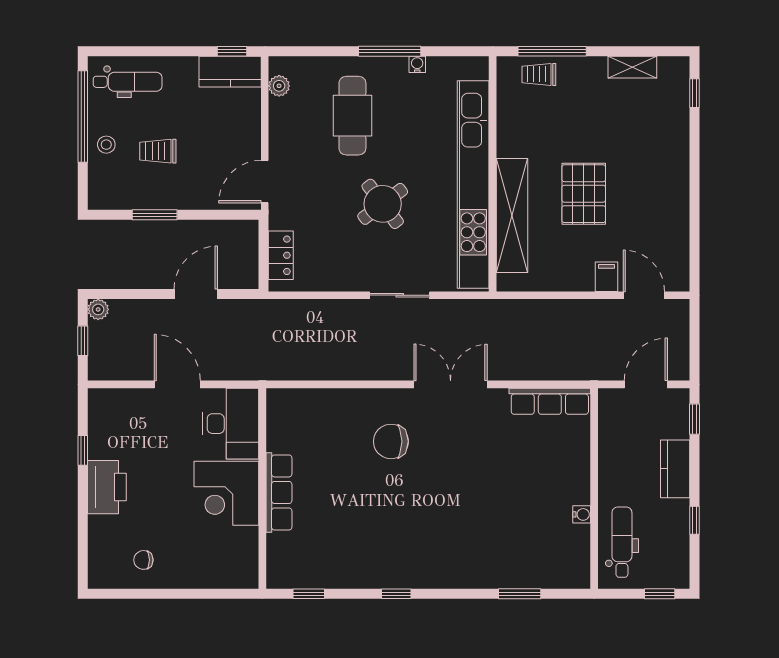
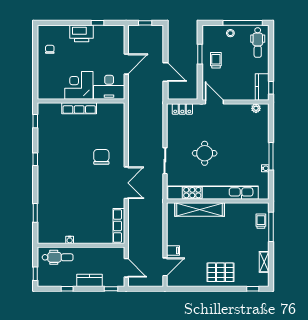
cafe table: (352, 116) -> (243, 140), removed
trolley: (158, 151) -> (216, 60), moved
pallet: (584, 194) -> (220, 272), moved
round table: (383, 204) -> (205, 153), turned 37
plant: (98, 309) -> (159, 30), removed

